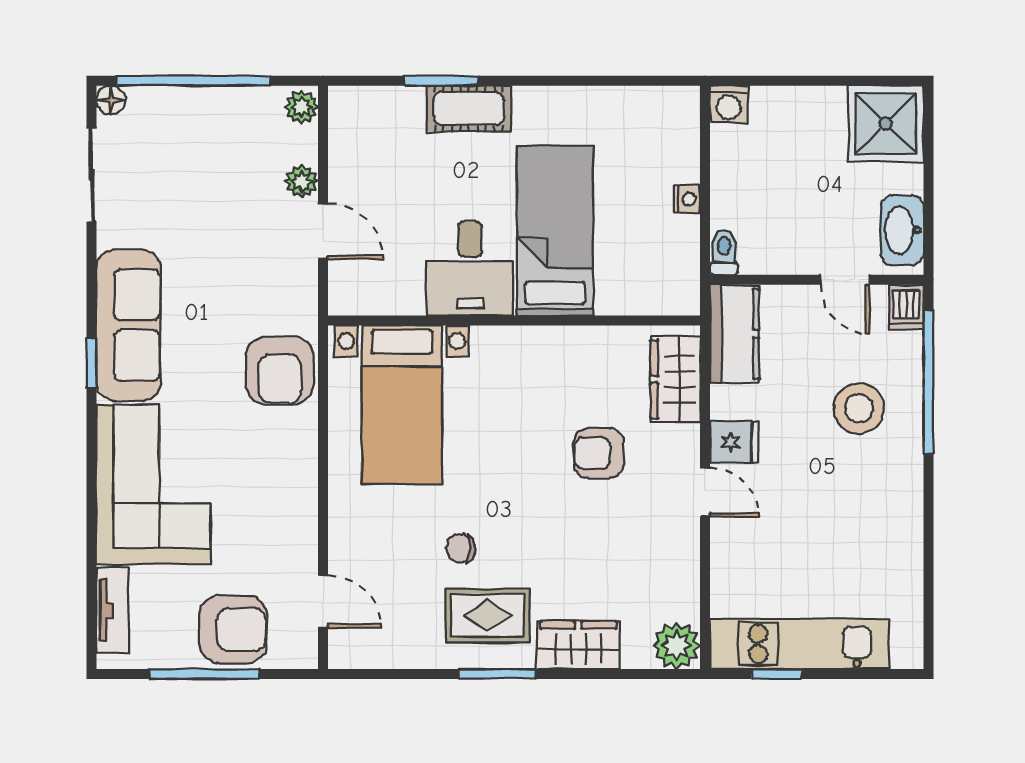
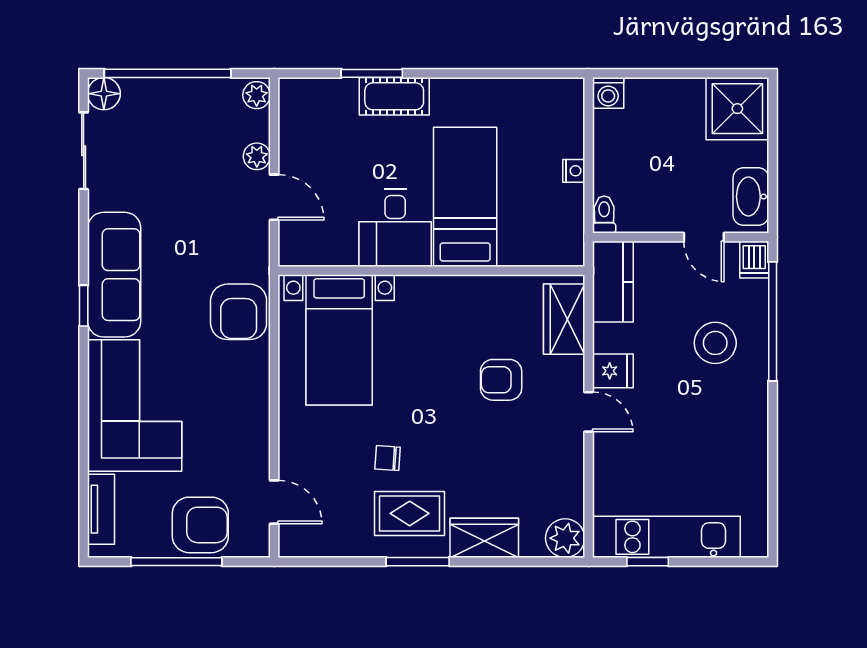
floor lamp: (111, 100) -> (104, 94), width x1.37, depth x1.37

